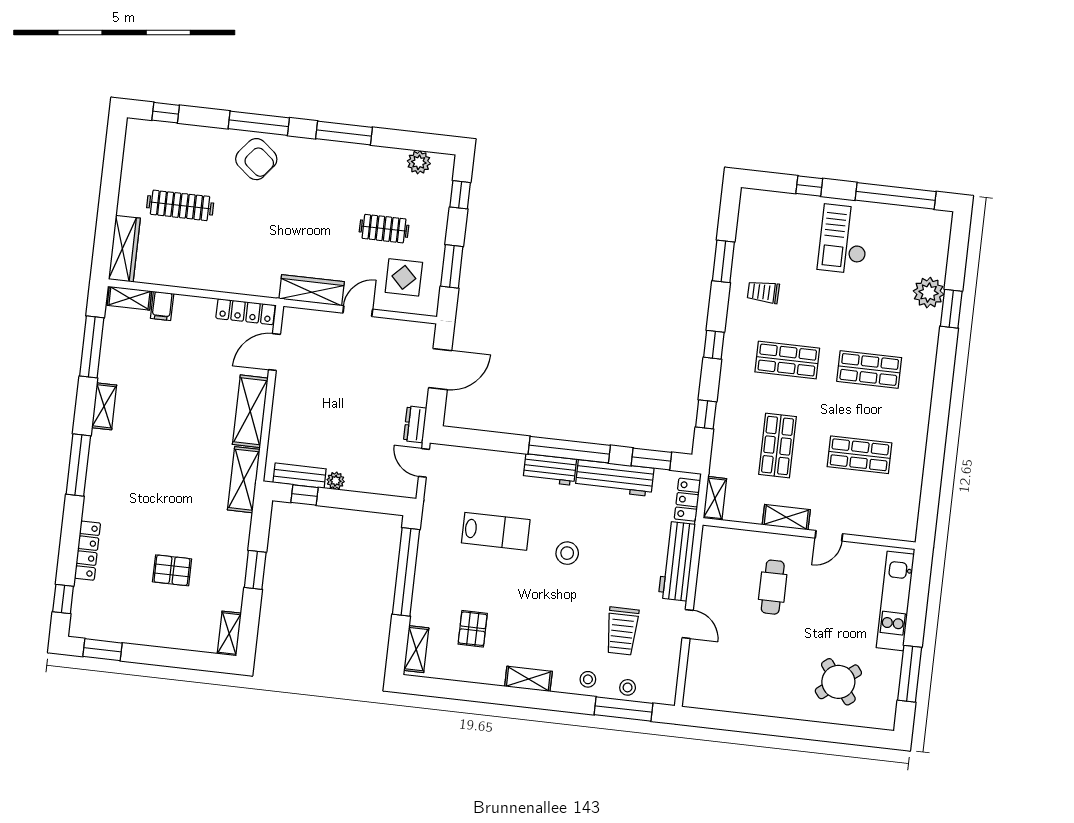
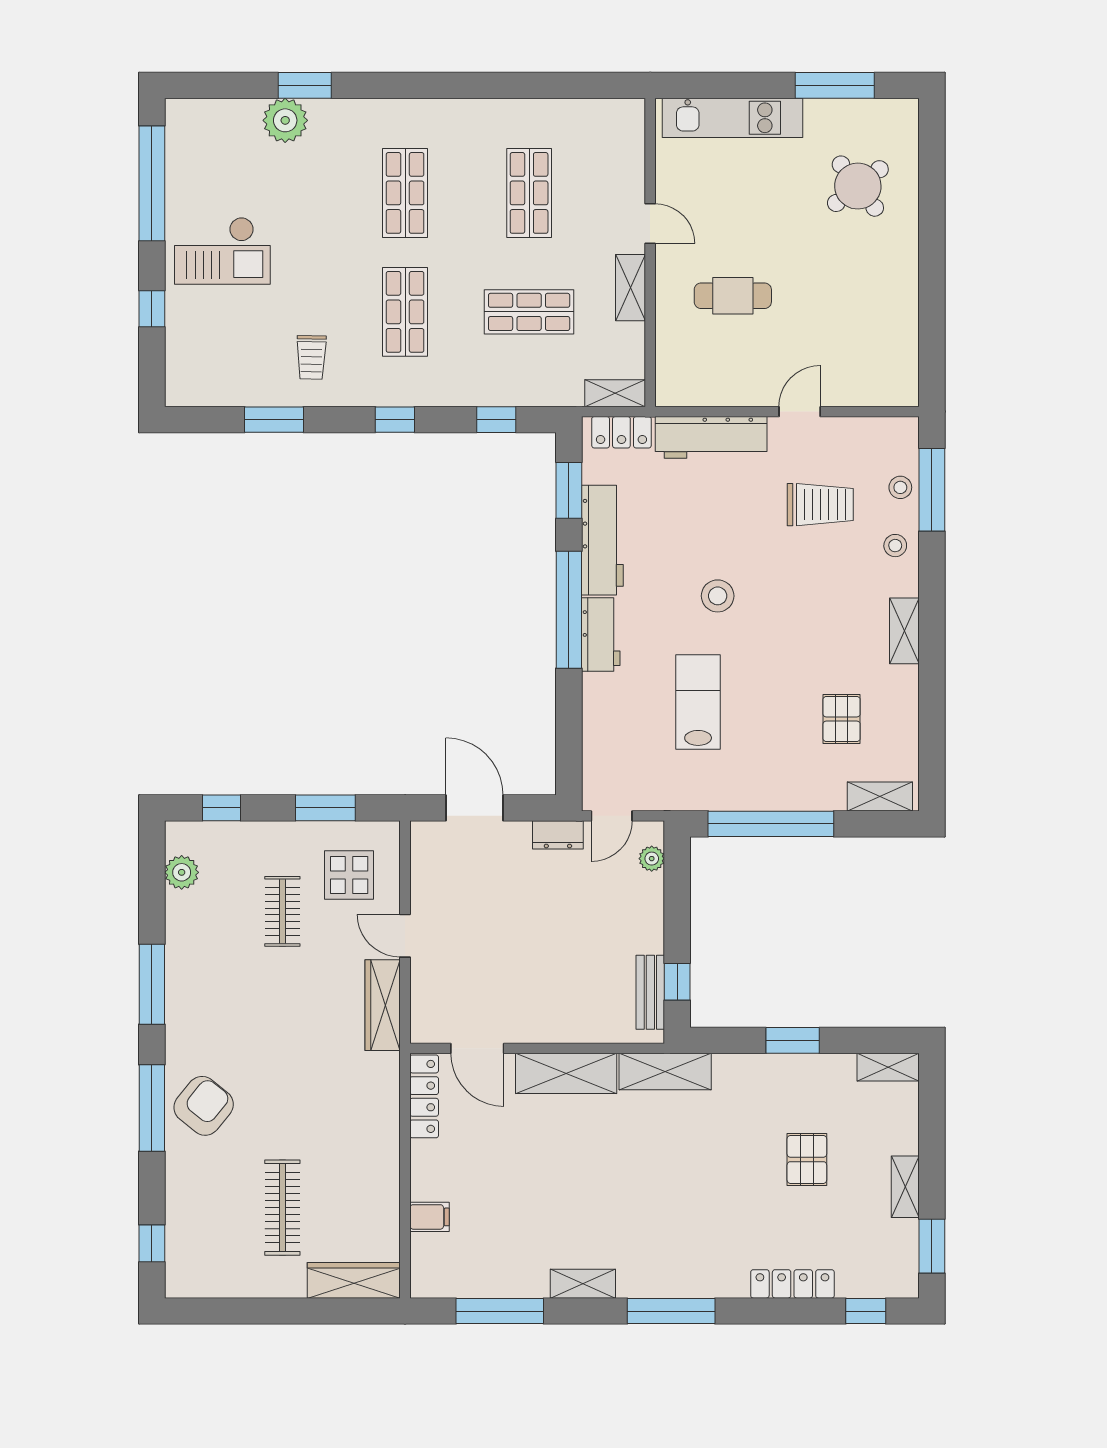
shelving: (129, 298) -> (905, 1187), moved
plant: (336, 481) -> (652, 859), moved
pallet: (473, 629) -> (842, 719), turned 90

